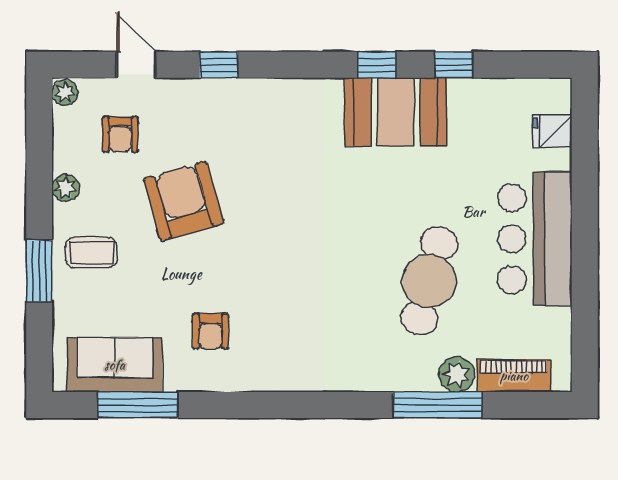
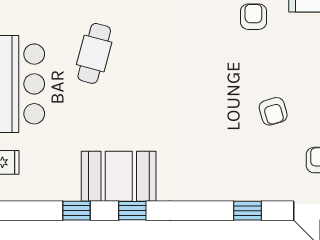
armchair: (183, 201) -> (273, 111), width x0.53, depth x0.53
cafe table: (429, 281) -> (94, 53), width x0.73, depth x0.74

